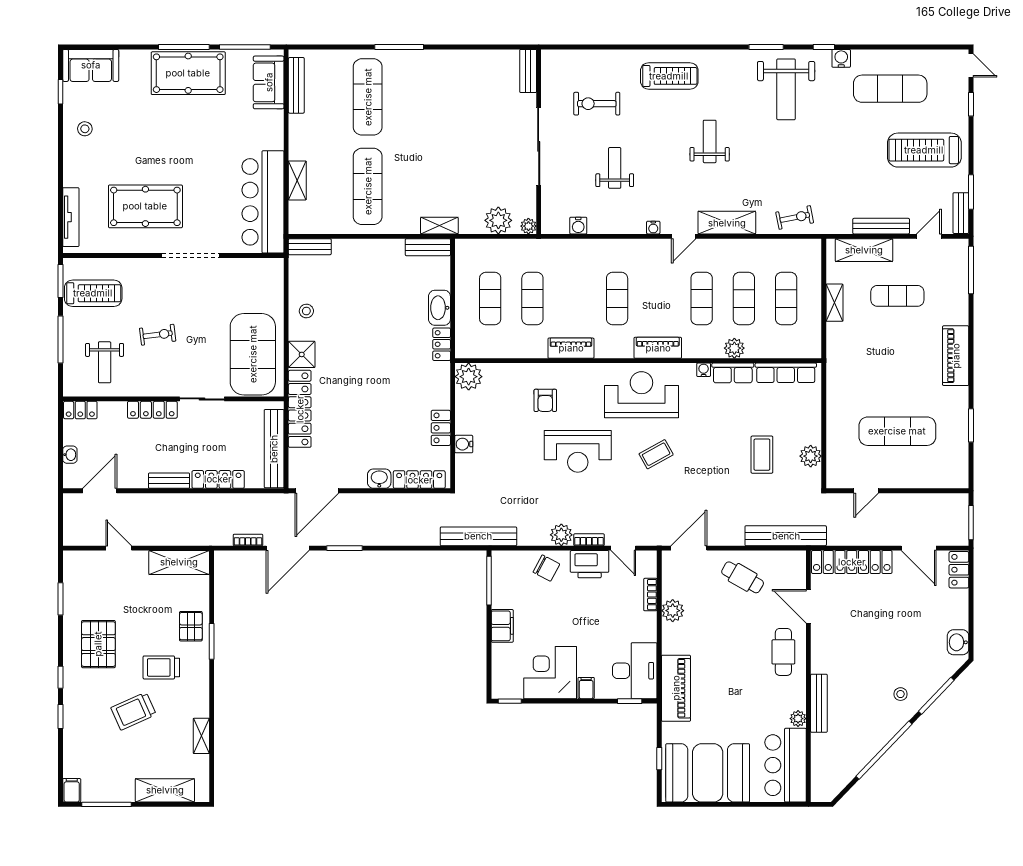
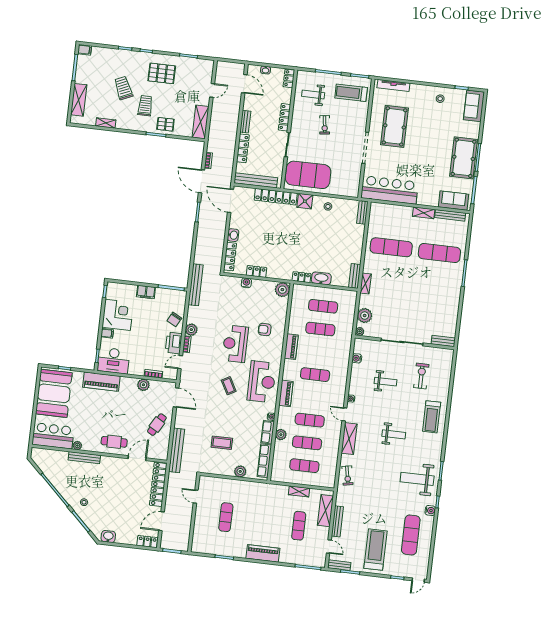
shelving: (297, 180) -> (424, 213), moved
treadmill: (93, 293) -> (351, 93), turned 90
exercise mat: (897, 431) -> (226, 517), width x0.73, depth x0.69
plant: (811, 456) -> (240, 471), moved

